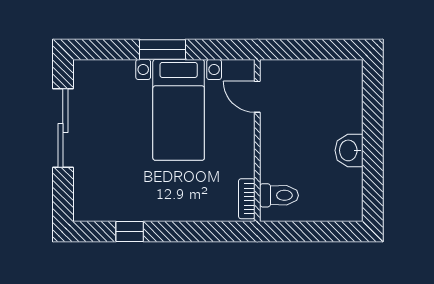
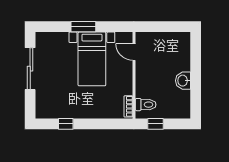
window: (297, 231) -> (155, 124), added

